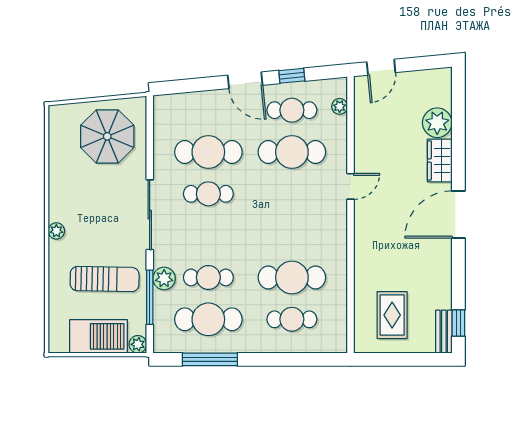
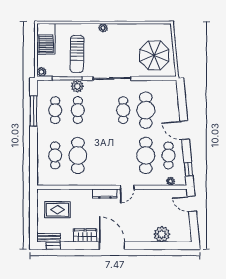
window: (292, 76) -> (188, 169), moved
door: (245, 80) -> (185, 130), hinge flipped
wardrobe: (440, 160) -> (85, 236), moved
door: (351, 186) -> (127, 187), hinge flipped
dresser: (362, 228) -> (105, 194), added
cafe table: (208, 319) -> (55, 110), width x0.73, depth x0.74
barbecue: (98, 336) -> (46, 39), moved

